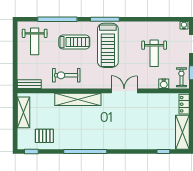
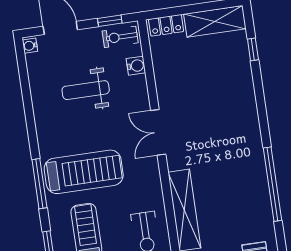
weight bench: (154, 53) -> (86, 90), turned 180

